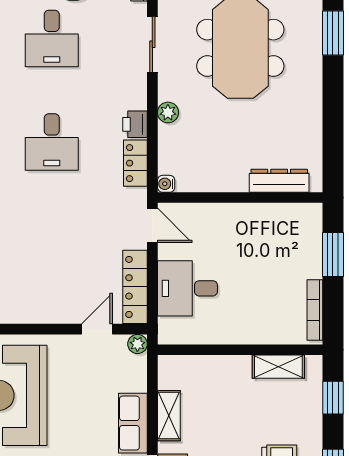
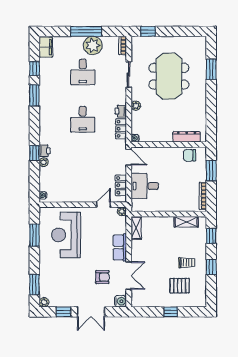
chair: (286, 221) -> (190, 155), added
locker: (135, 287) -> (121, 185), width x0.66
shelving: (169, 416) -> (136, 228), moved

